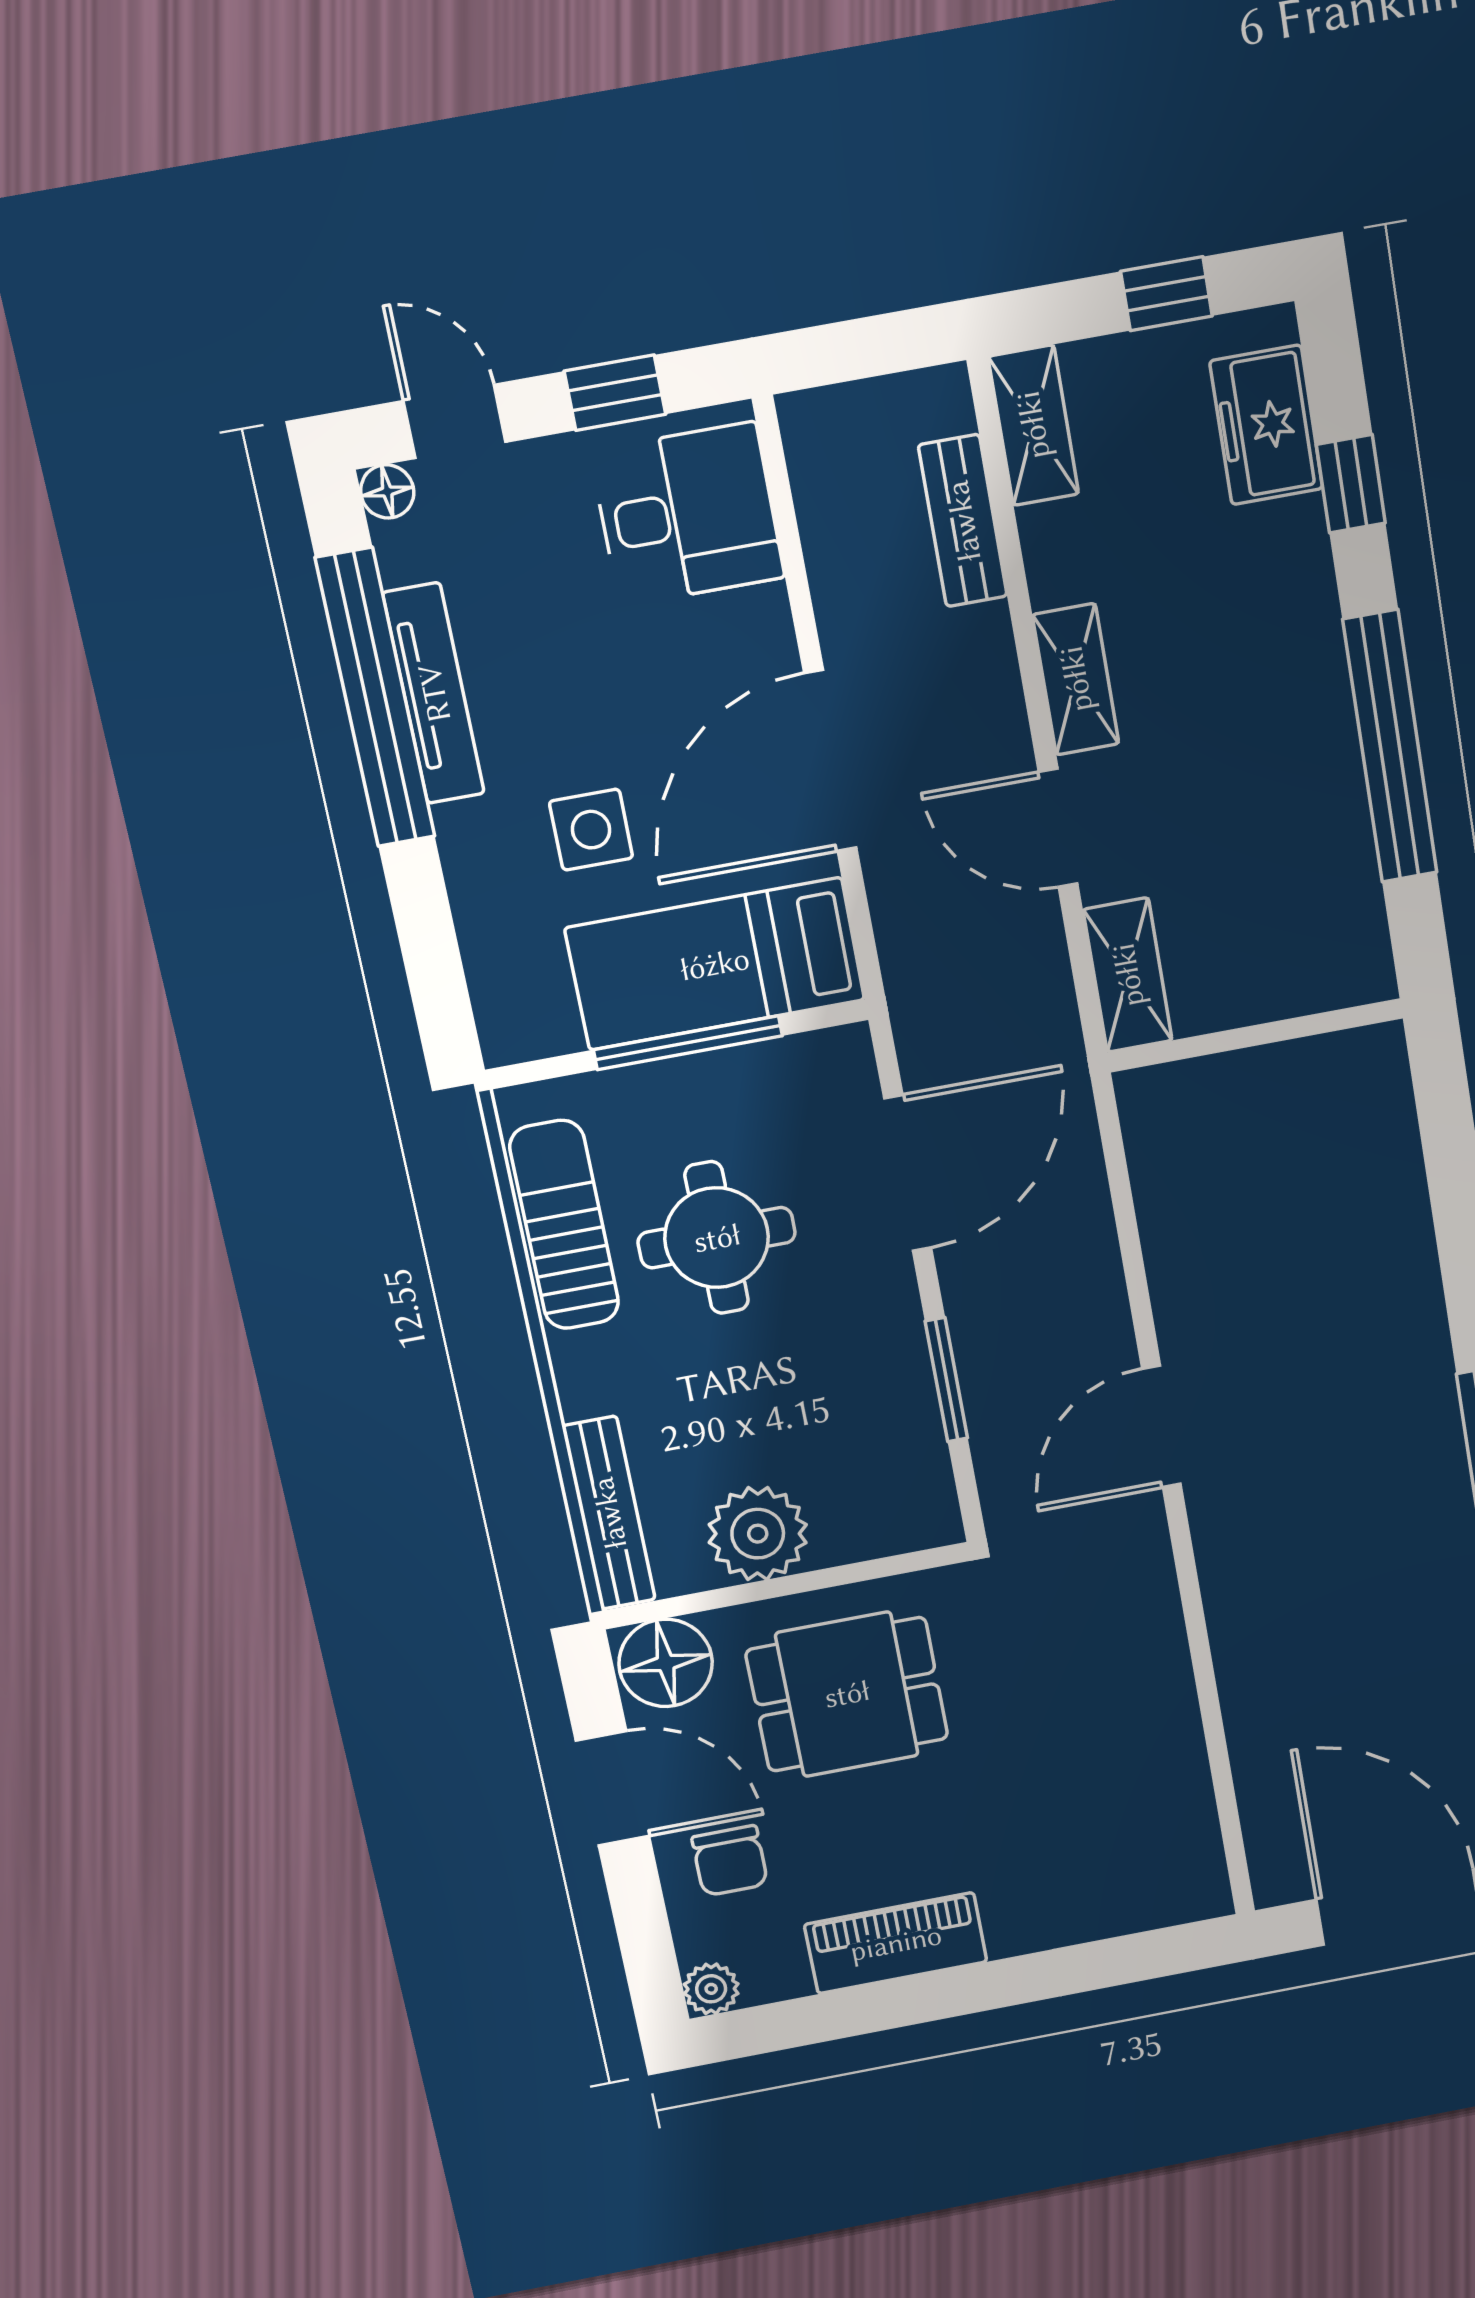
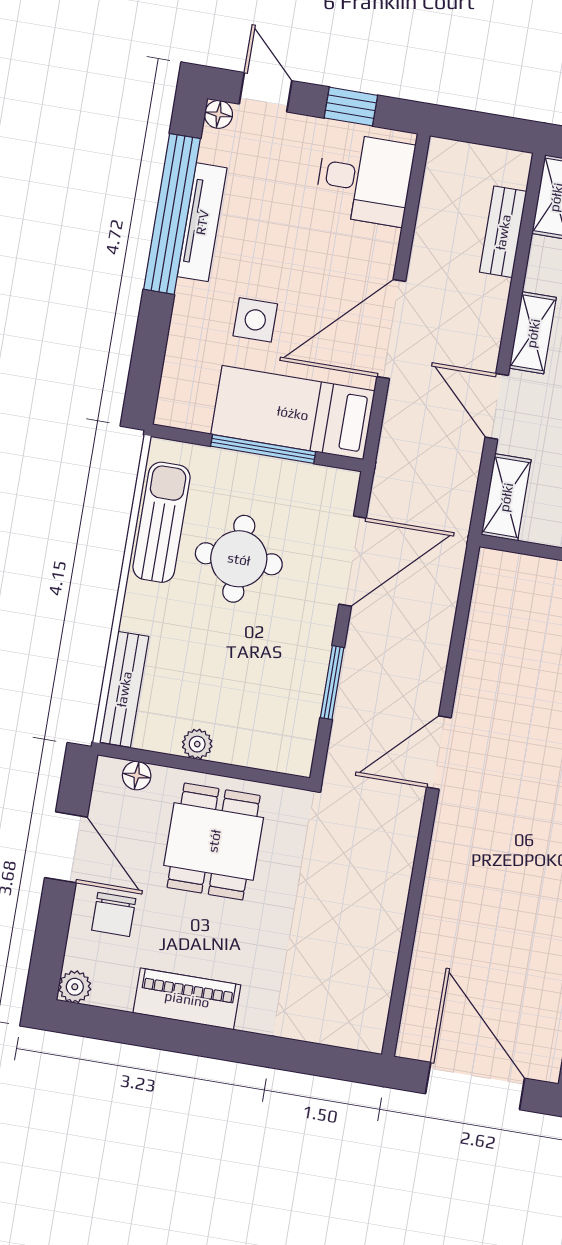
plant: (758, 1534) -> (197, 744), width x0.53, depth x0.53
floor lamp: (666, 1663) -> (137, 776), width x0.53, depth x0.53
dining table: (847, 1694) -> (214, 841), turned 90

